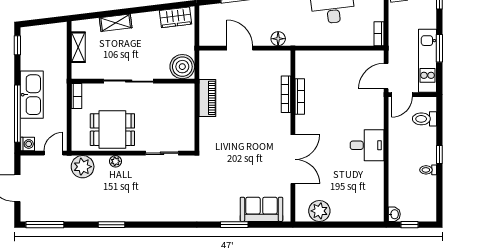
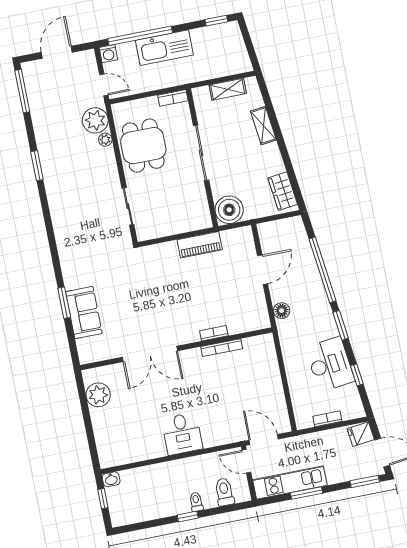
bookcase: (379, 34) -> (327, 419), moved
bookcase: (286, 94) -> (214, 333), width x0.64
plant: (115, 161) -> (105, 140), moved
toilet: (428, 170) -> (196, 502), moved
sofa: (261, 209) -> (84, 313), moved

